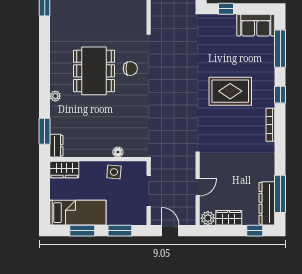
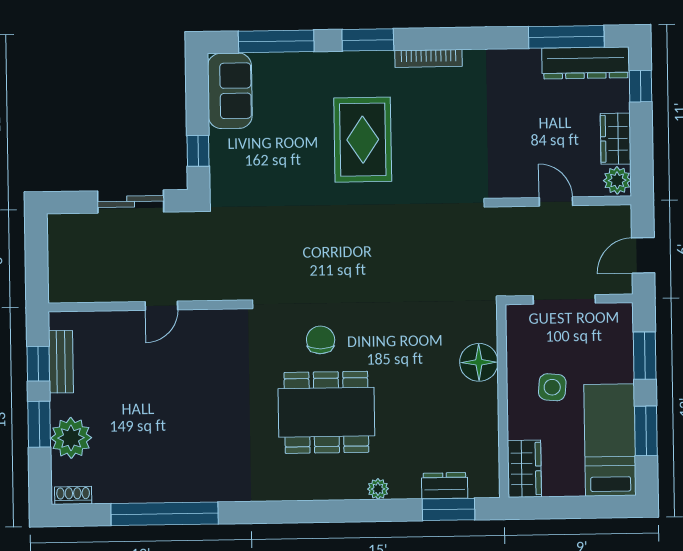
window: (280, 95) -> (368, 40), width x1.50
dresser: (56, 146) -> (445, 486), moved
floor lamp: (118, 152) -> (479, 362), width x1.89, depth x1.89
side table: (114, 172) -> (552, 387), moved

